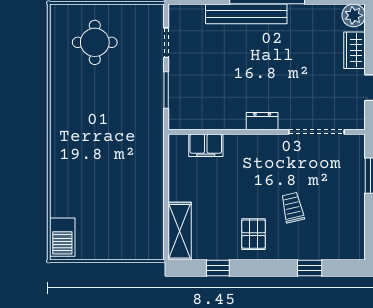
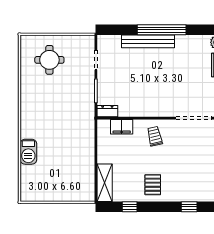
dresser: (262, 121) -> (107, 111), moved
trolley: (293, 208) -> (155, 136), moved
barbecue: (62, 237) -> (28, 152), moved

